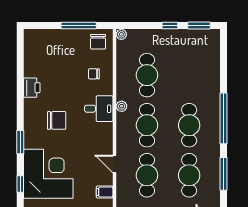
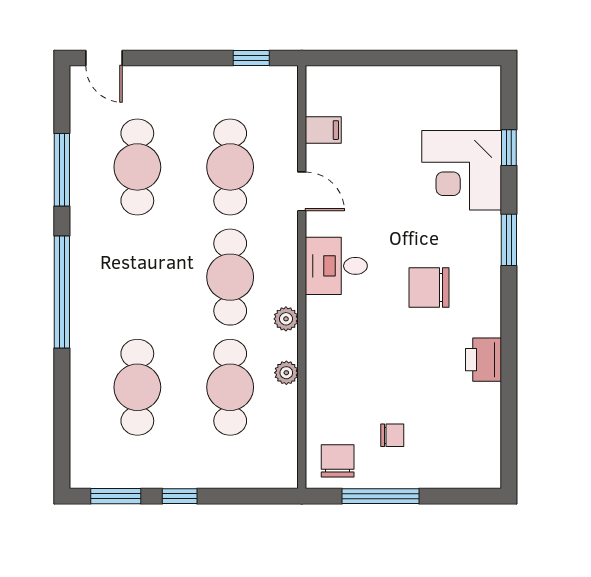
plant: (121, 34) -> (286, 373), moved
chair: (94, 74) -> (392, 435), moved
desk: (99, 109) -> (336, 266), moved
cafe table: (189, 125) -> (137, 387), moved
corner desk: (48, 174) -> (462, 170), width x0.74, depth x0.74

